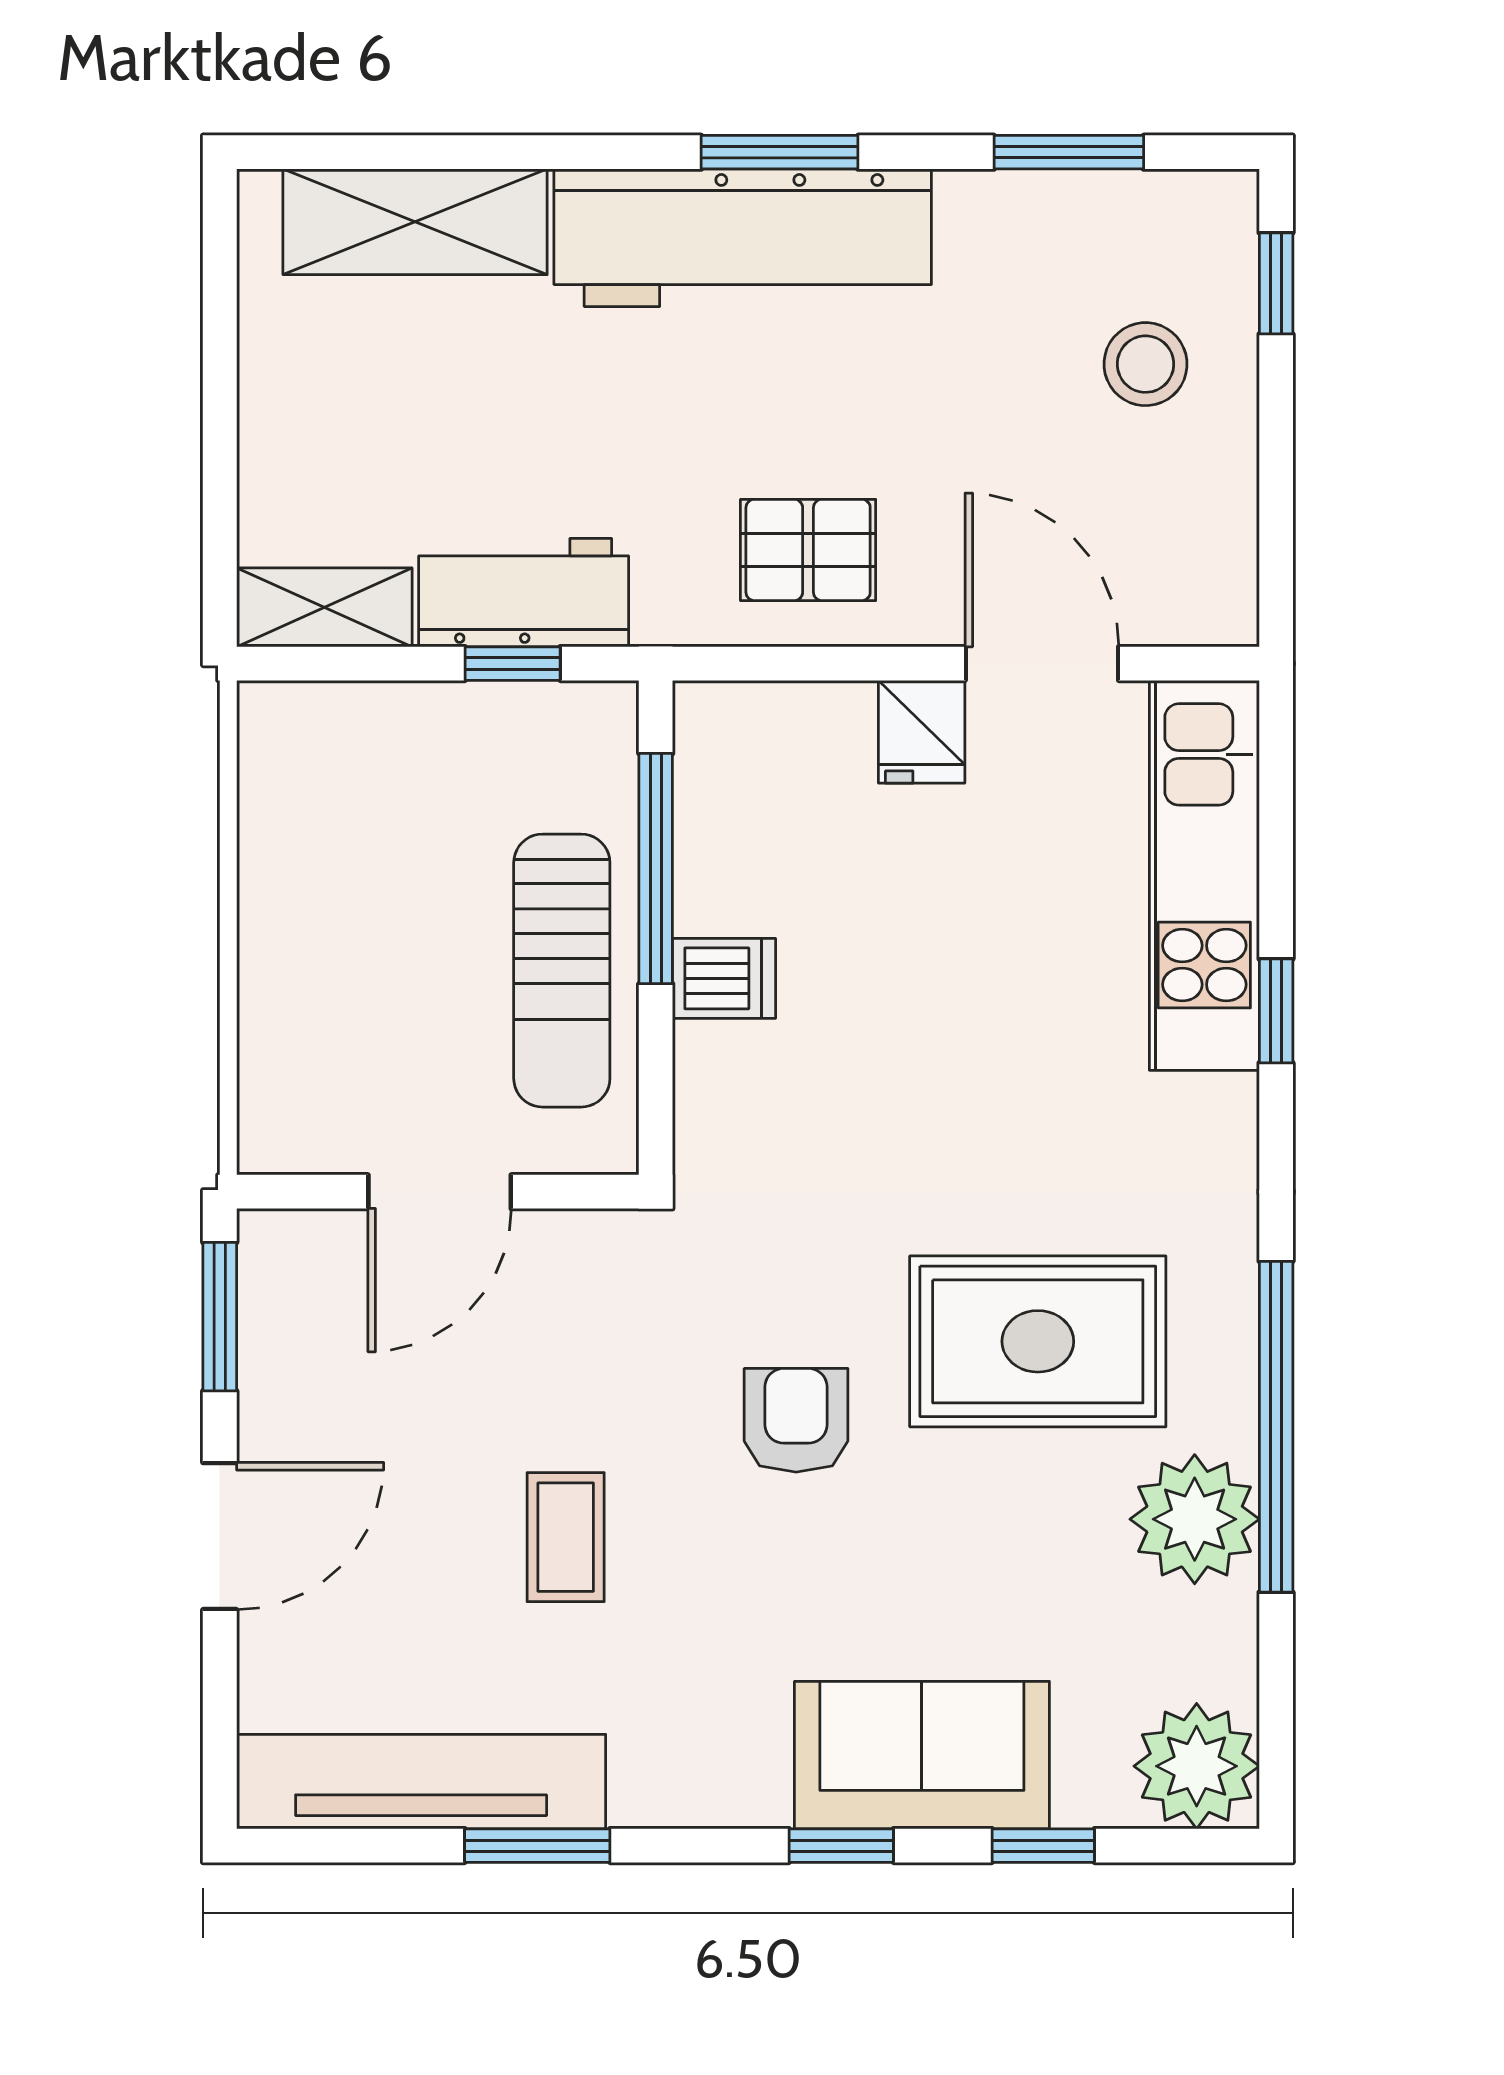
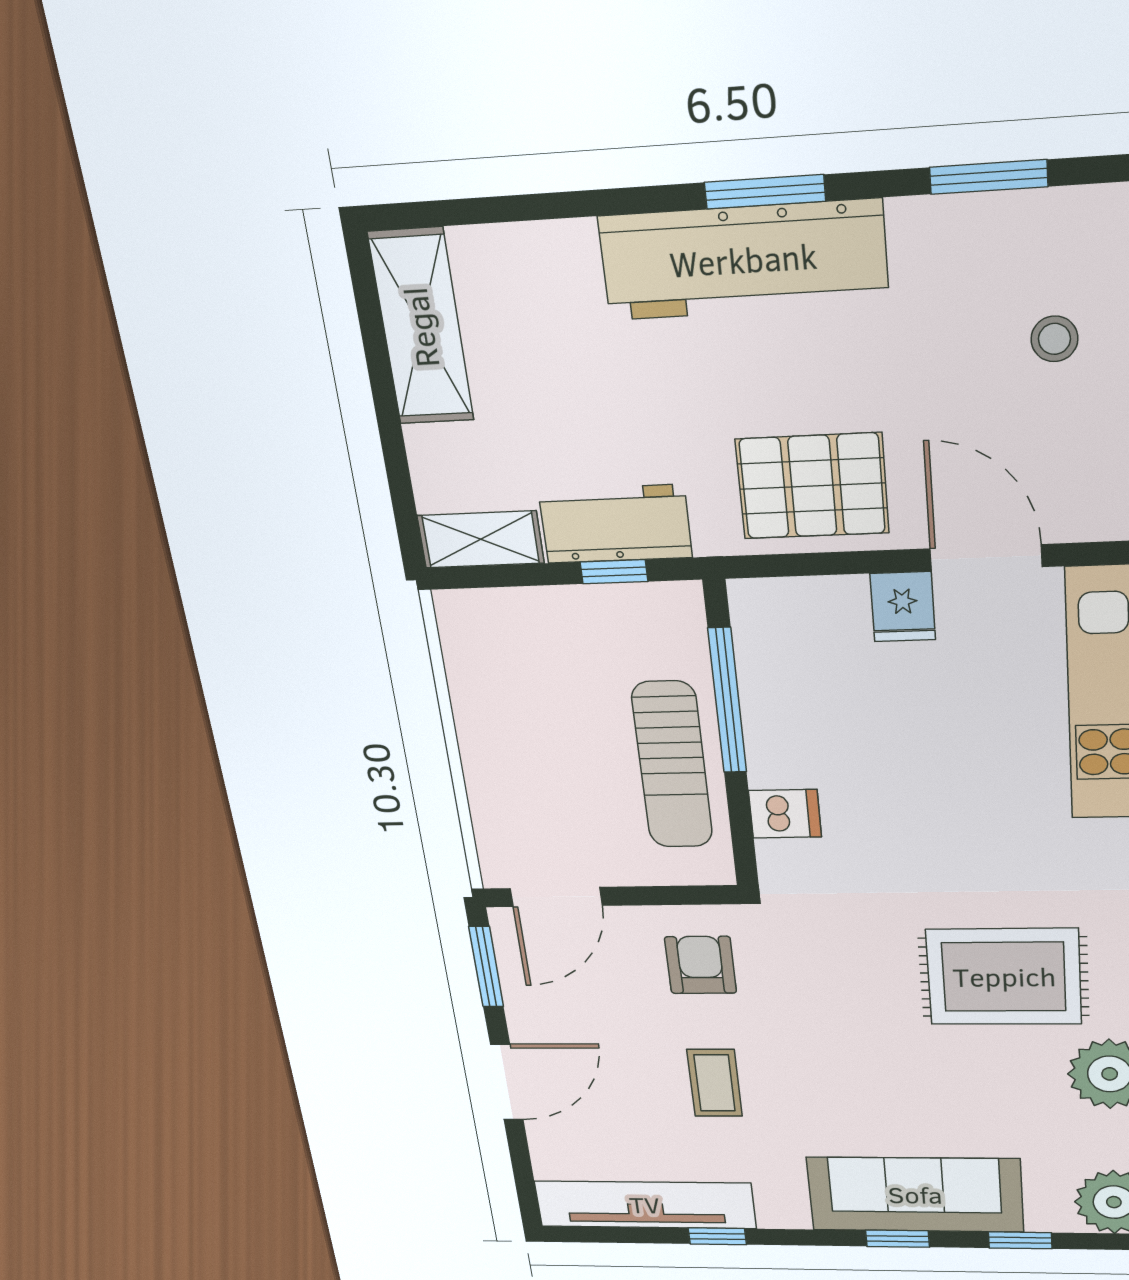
shelving: (415, 222) -> (421, 327), moved, turned 90
stool: (1146, 364) -> (1054, 339), width x0.73, depth x0.73
pallet: (808, 550) -> (812, 486), width x1.50, depth x1.42
dishwasher: (724, 978) -> (785, 814), moved
door: (440, 1192) -> (556, 897), moved
armchair: (796, 1420) -> (701, 965), moved
sofa: (922, 1755) -> (915, 1195), width x1.36
window: (537, 1846) -> (717, 1236), width x0.67

